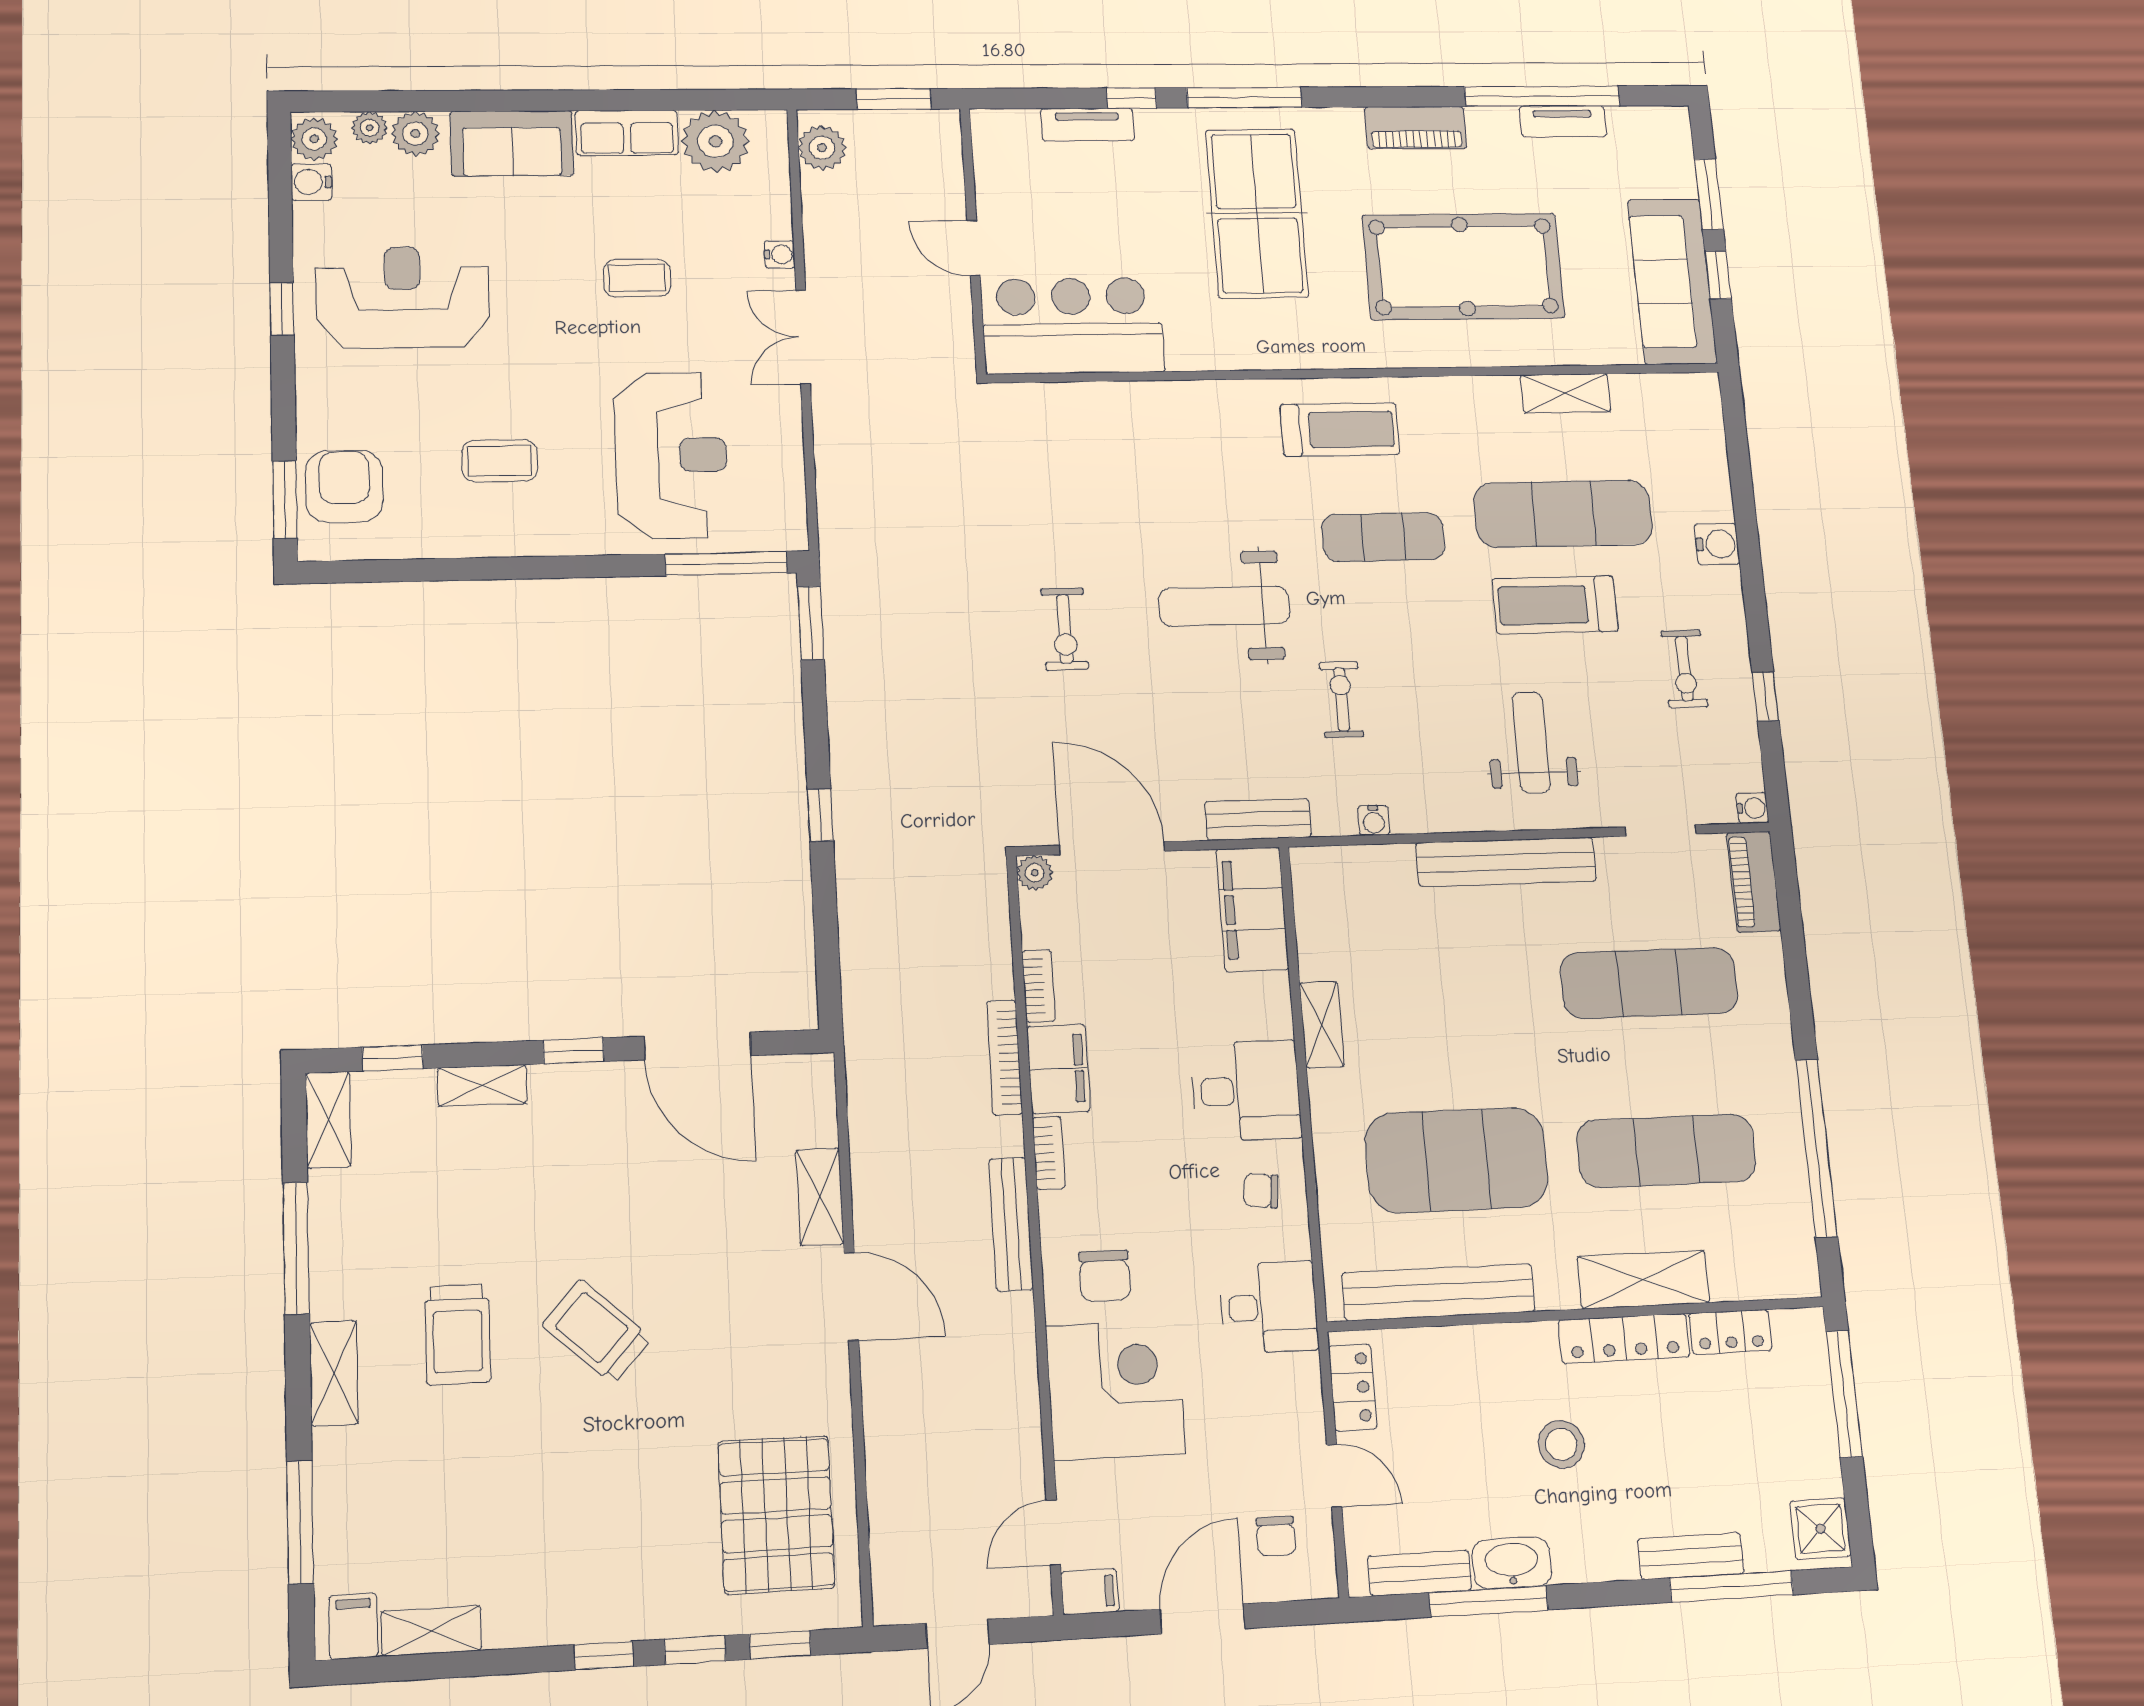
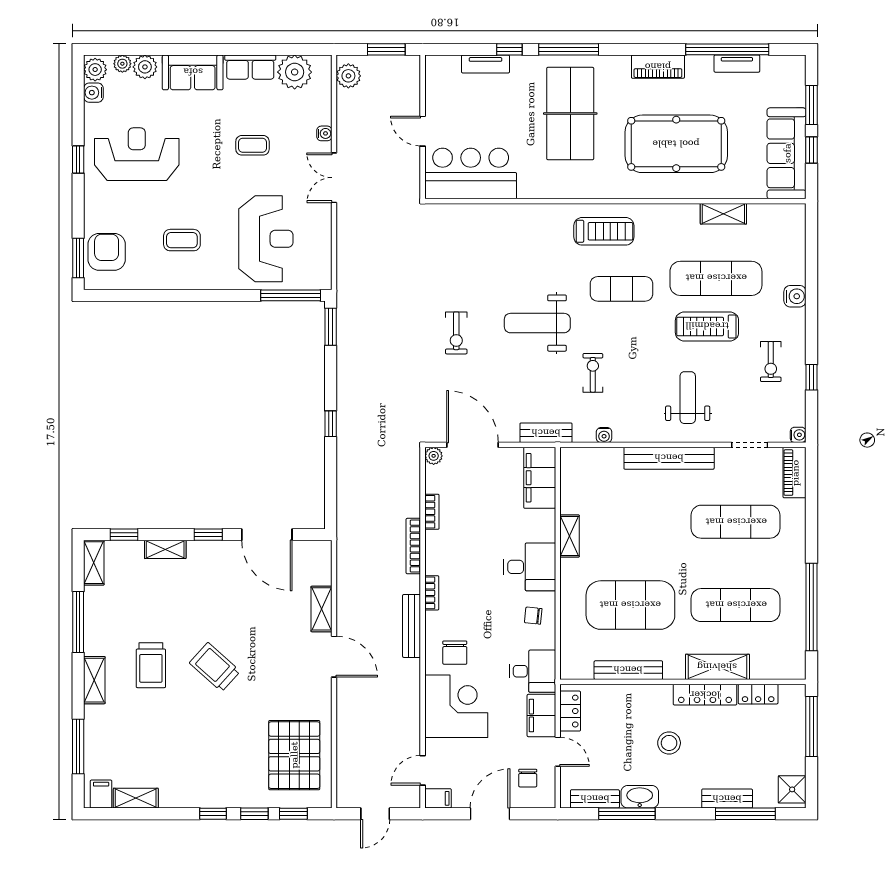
filing cabinet: (1058, 1069) -> (541, 716), moved, turned 180
bench: (1439, 1292) -> (628, 670), width x0.73, depth x0.82

